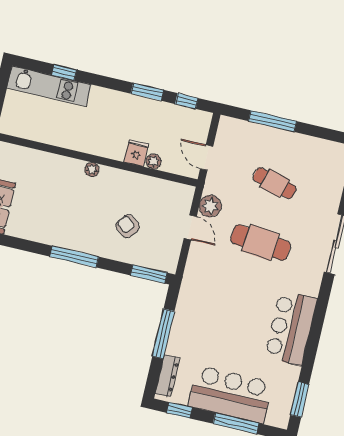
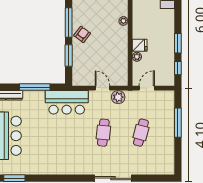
armchair: (128, 226) -> (82, 34), moved
door: (190, 227) -> (103, 88), swing flipped
cafe table: (261, 242) -> (103, 133), width x0.73, depth x0.74
window: (149, 274) -> (69, 55), moved
bar counter: (291, 328) -> (67, 102), moved, turned 180

